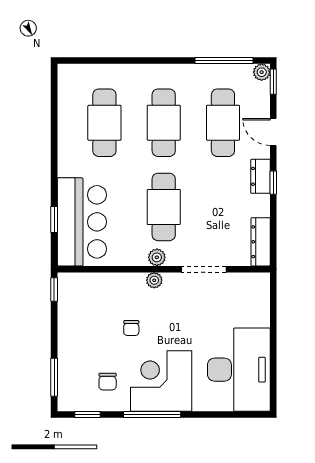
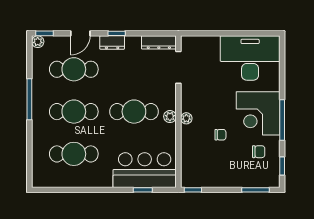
window: (224, 61) -> (29, 99), moved
doorway: (204, 269) -> (178, 67), moved

